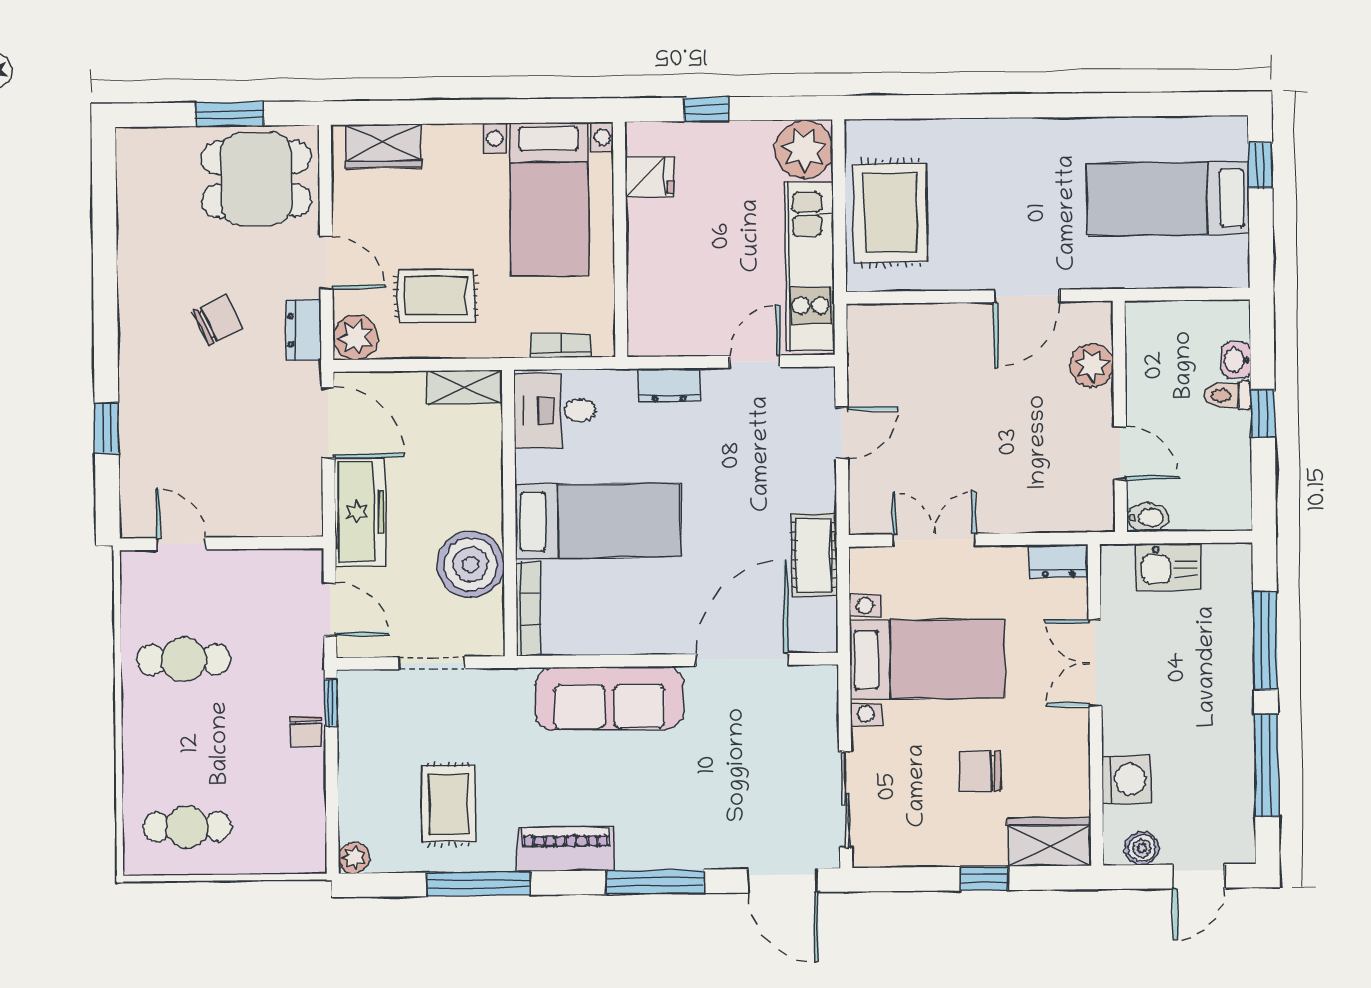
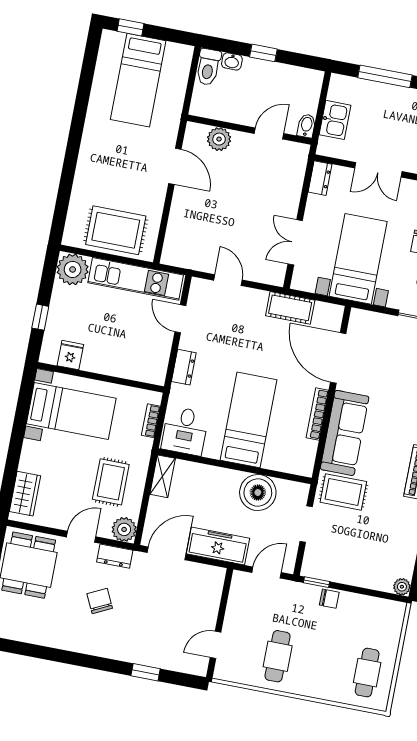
toilet: (1228, 396) -> (208, 67), moved, width x1.37, depth x1.39
bookcase: (528, 609) -> (317, 414), moved, turned -90
rug: (449, 804) -> (343, 492), moved

